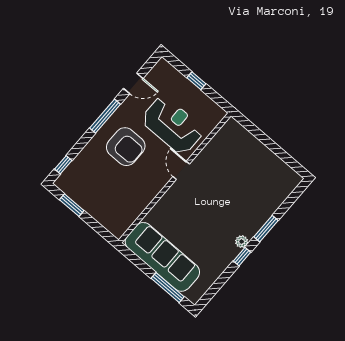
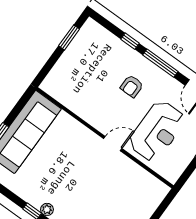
armchair: (126, 147) -> (132, 86), width x0.53, depth x0.53
window: (63, 165) -> (130, 41), moved

